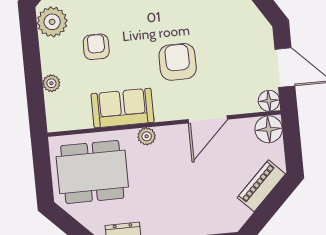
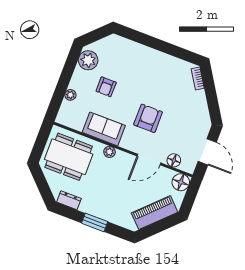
armchair: (96, 47) -> (106, 87), turned 180
floor lamp: (269, 101) -> (174, 160), moved
piano: (261, 186) -> (155, 213), width x1.37, depth x1.33

